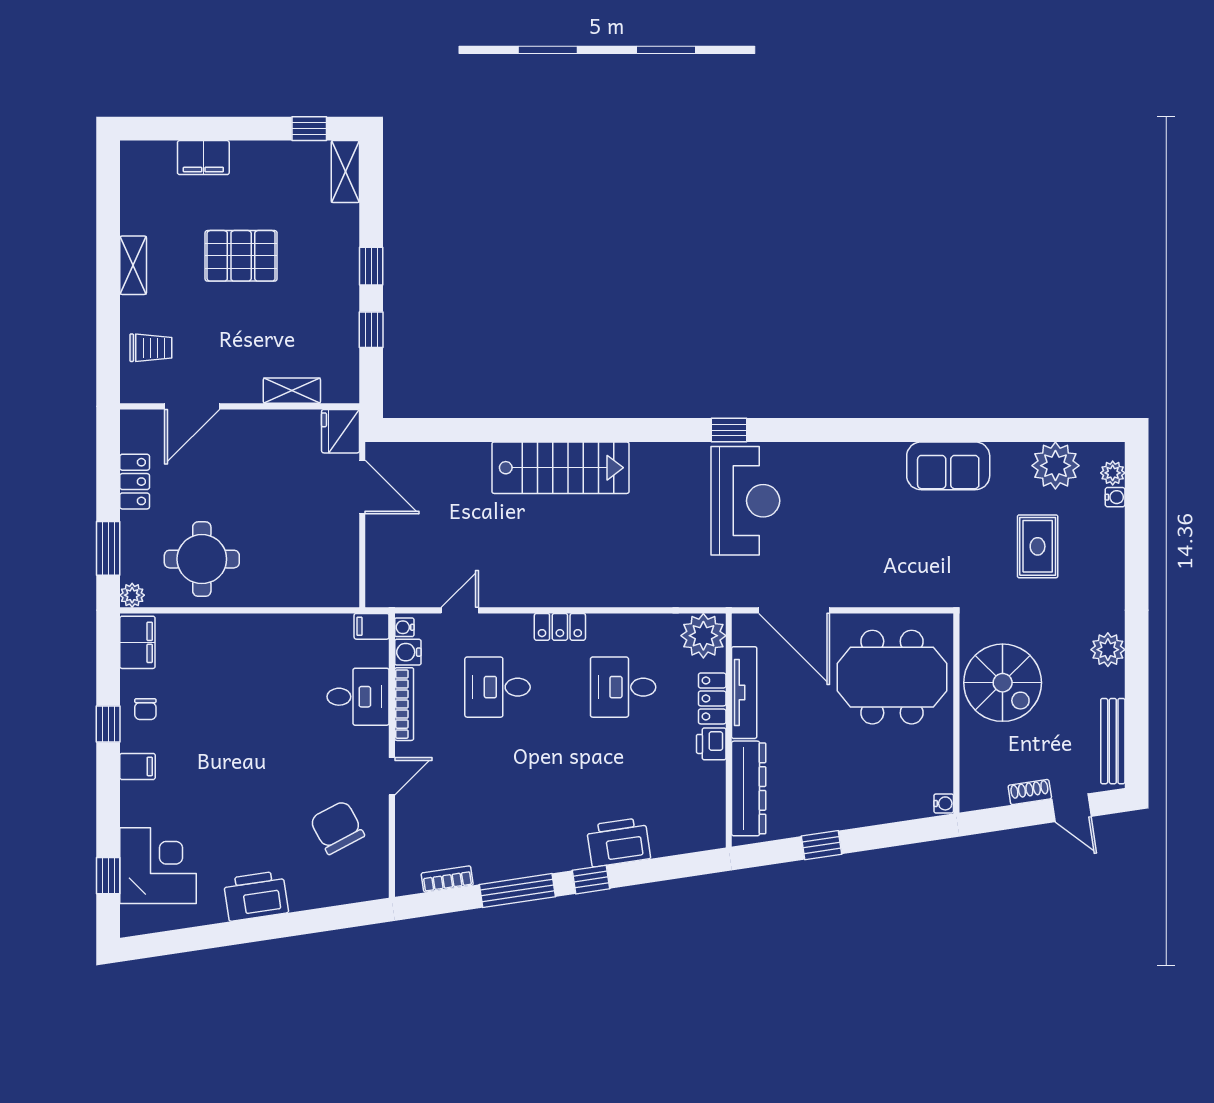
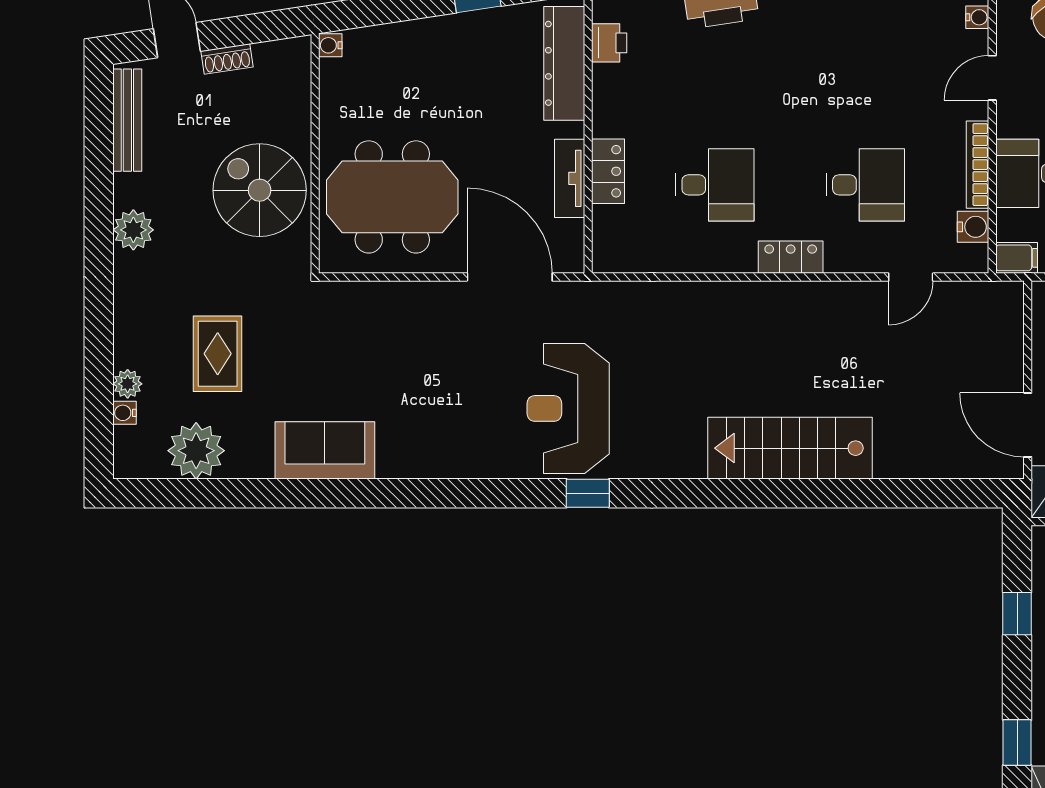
window: (371, 266) -> (1017, 742), moved
plant: (1113, 473) -> (128, 384), moved
water cooler: (404, 627) -> (977, 17), moved
plant: (703, 636) -> (618, 247), removed
tv unit: (744, 693) -> (570, 178), width x0.71
printer: (711, 744) -> (609, 43), moved

